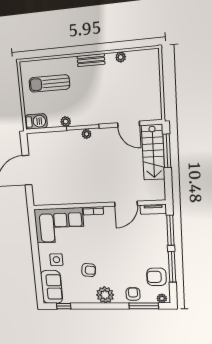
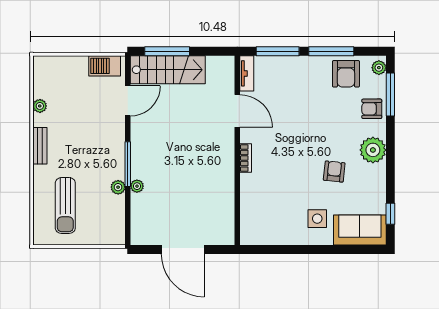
barbecue: (36, 121) -> (105, 66), moved, turned -90
plant: (87, 134) -> (137, 186), moved
corner sofa: (59, 225) -> (265, 209), removed

